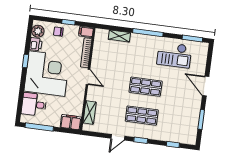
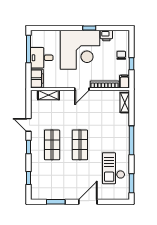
plant: (38, 31) -> (119, 36), removed
shelving: (119, 36) -> (125, 103), moved
desk: (34, 104) -> (42, 58), moved, turned -90

